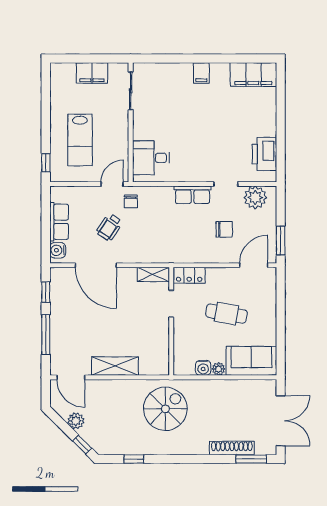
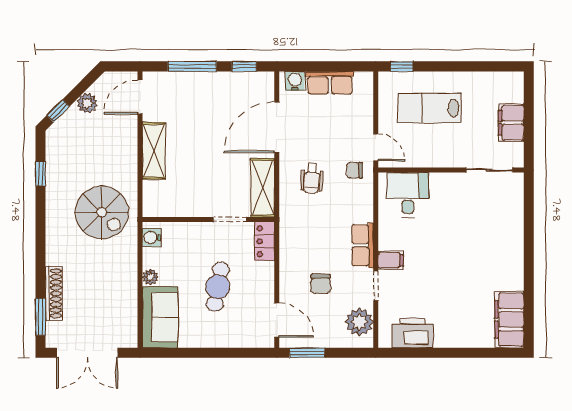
filing cabinet: (201, 73) -> (391, 260), moved, turned 180
wheelchair: (109, 227) -> (312, 178), moved, turned -121
shelving: (153, 274) -> (263, 188), width x1.50, depth x1.33
water cooler: (203, 368) -> (152, 237), moved

